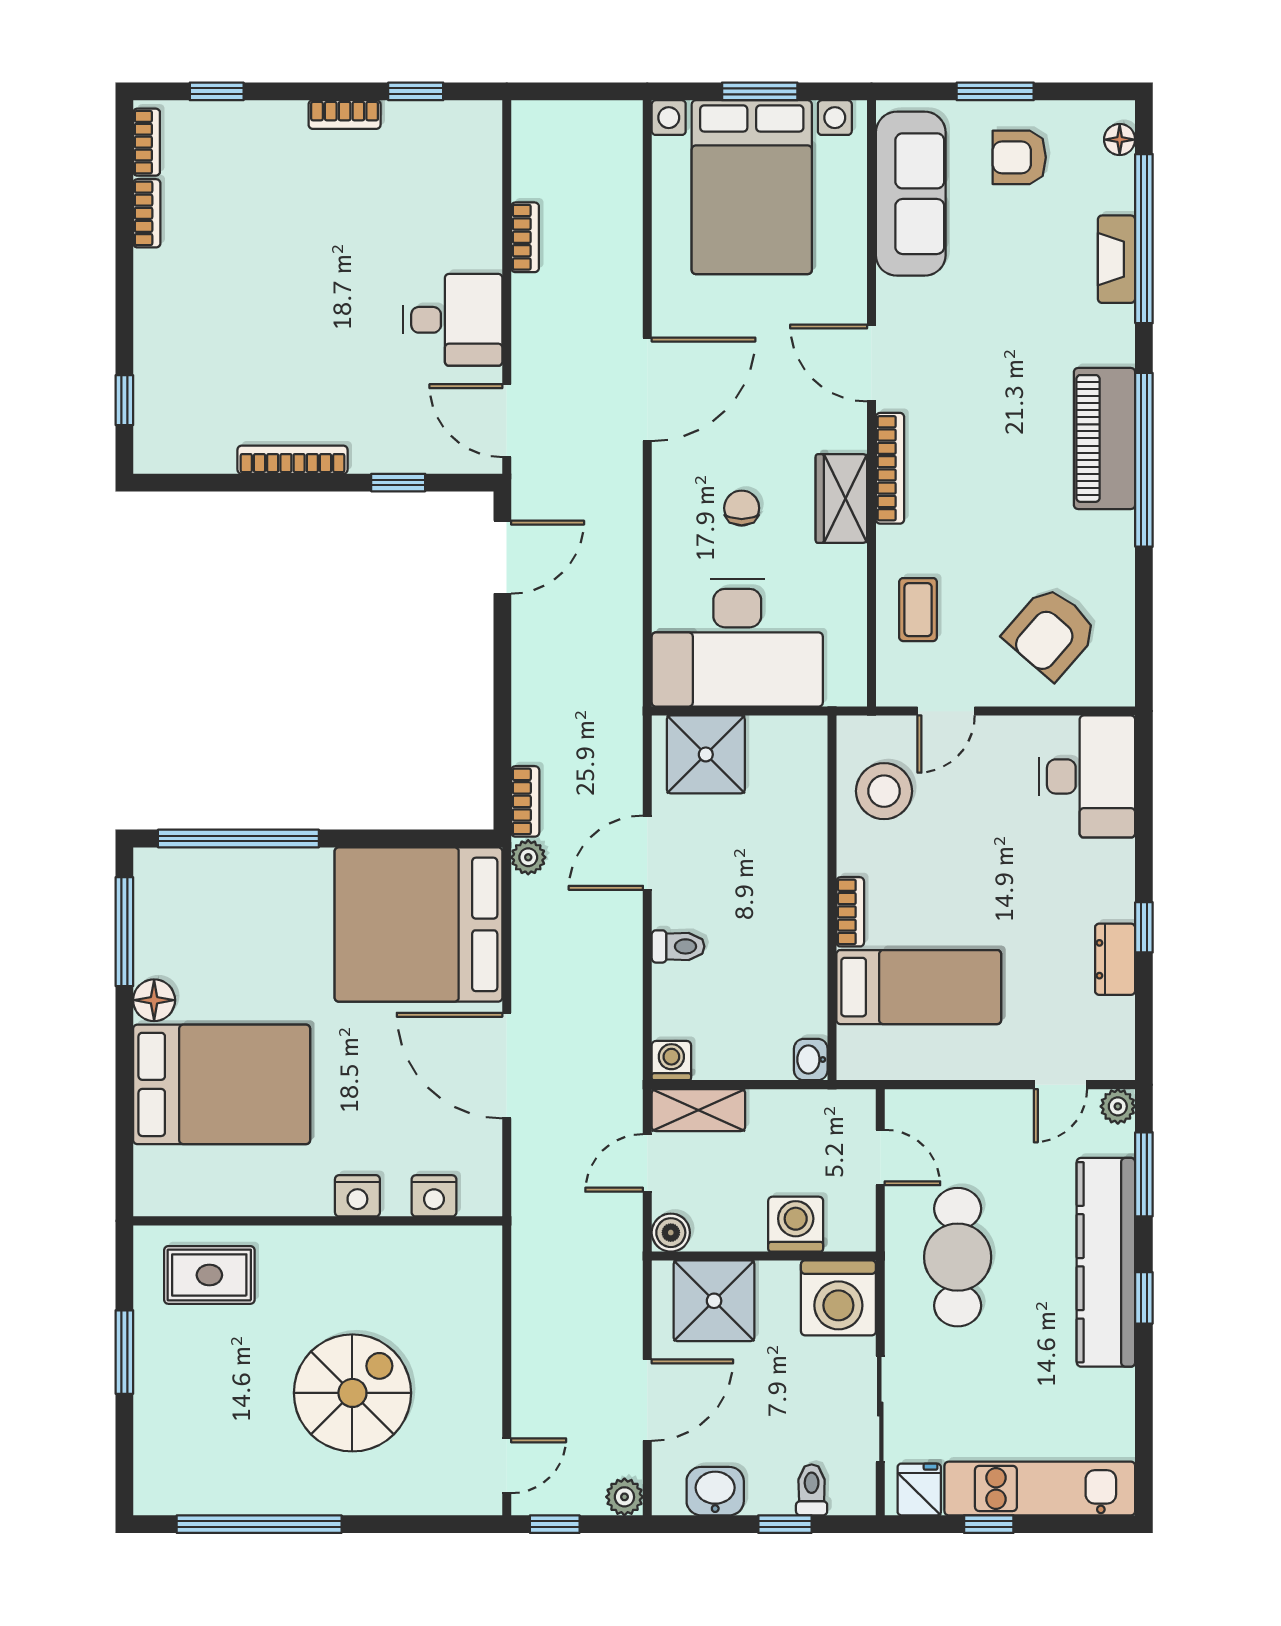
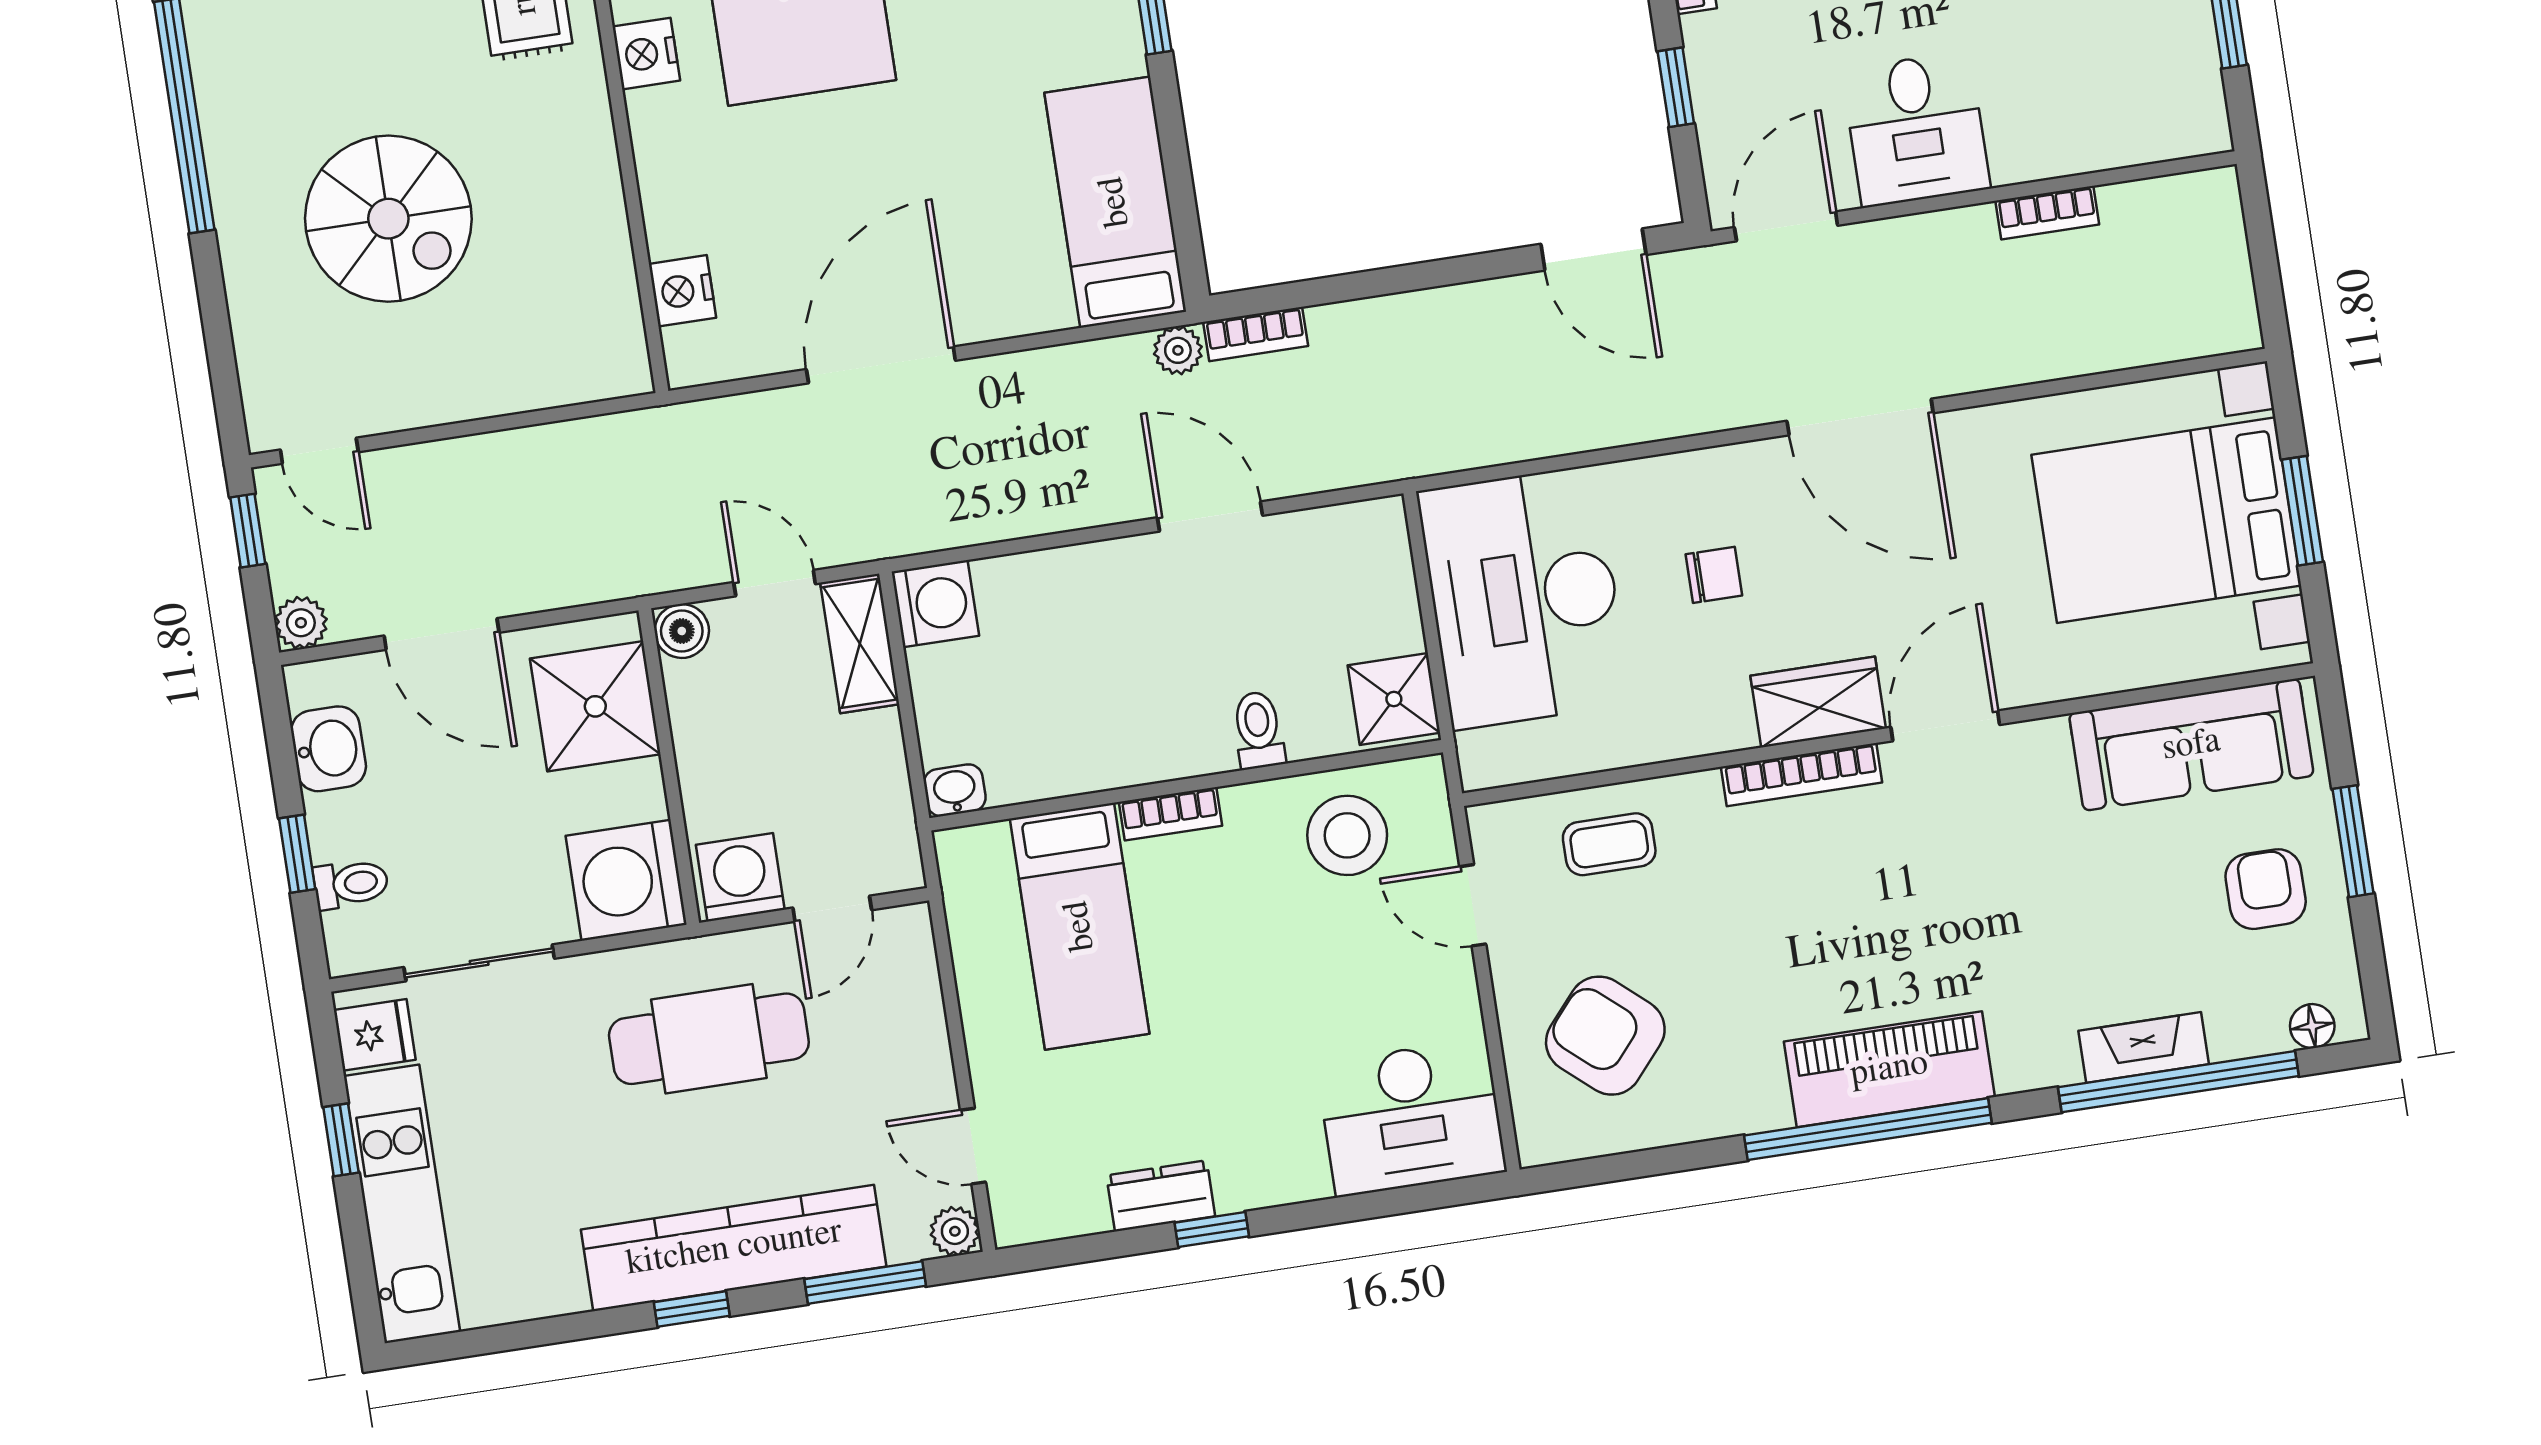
wardrobe: (841, 499) -> (1818, 702), moved
shower: (706, 754) -> (1394, 699), moved, width x0.73, depth x0.73
bed: (418, 924) -> (1115, 202), width x0.49
toilet: (678, 946) -> (1258, 730), moved, turned 180
washing machine: (671, 1061) -> (935, 604), width x1.38, depth x1.38
nightstand: (357, 1196) -> (646, 54), moved
washing machine: (796, 1224) -> (740, 877), moved, turned -90

